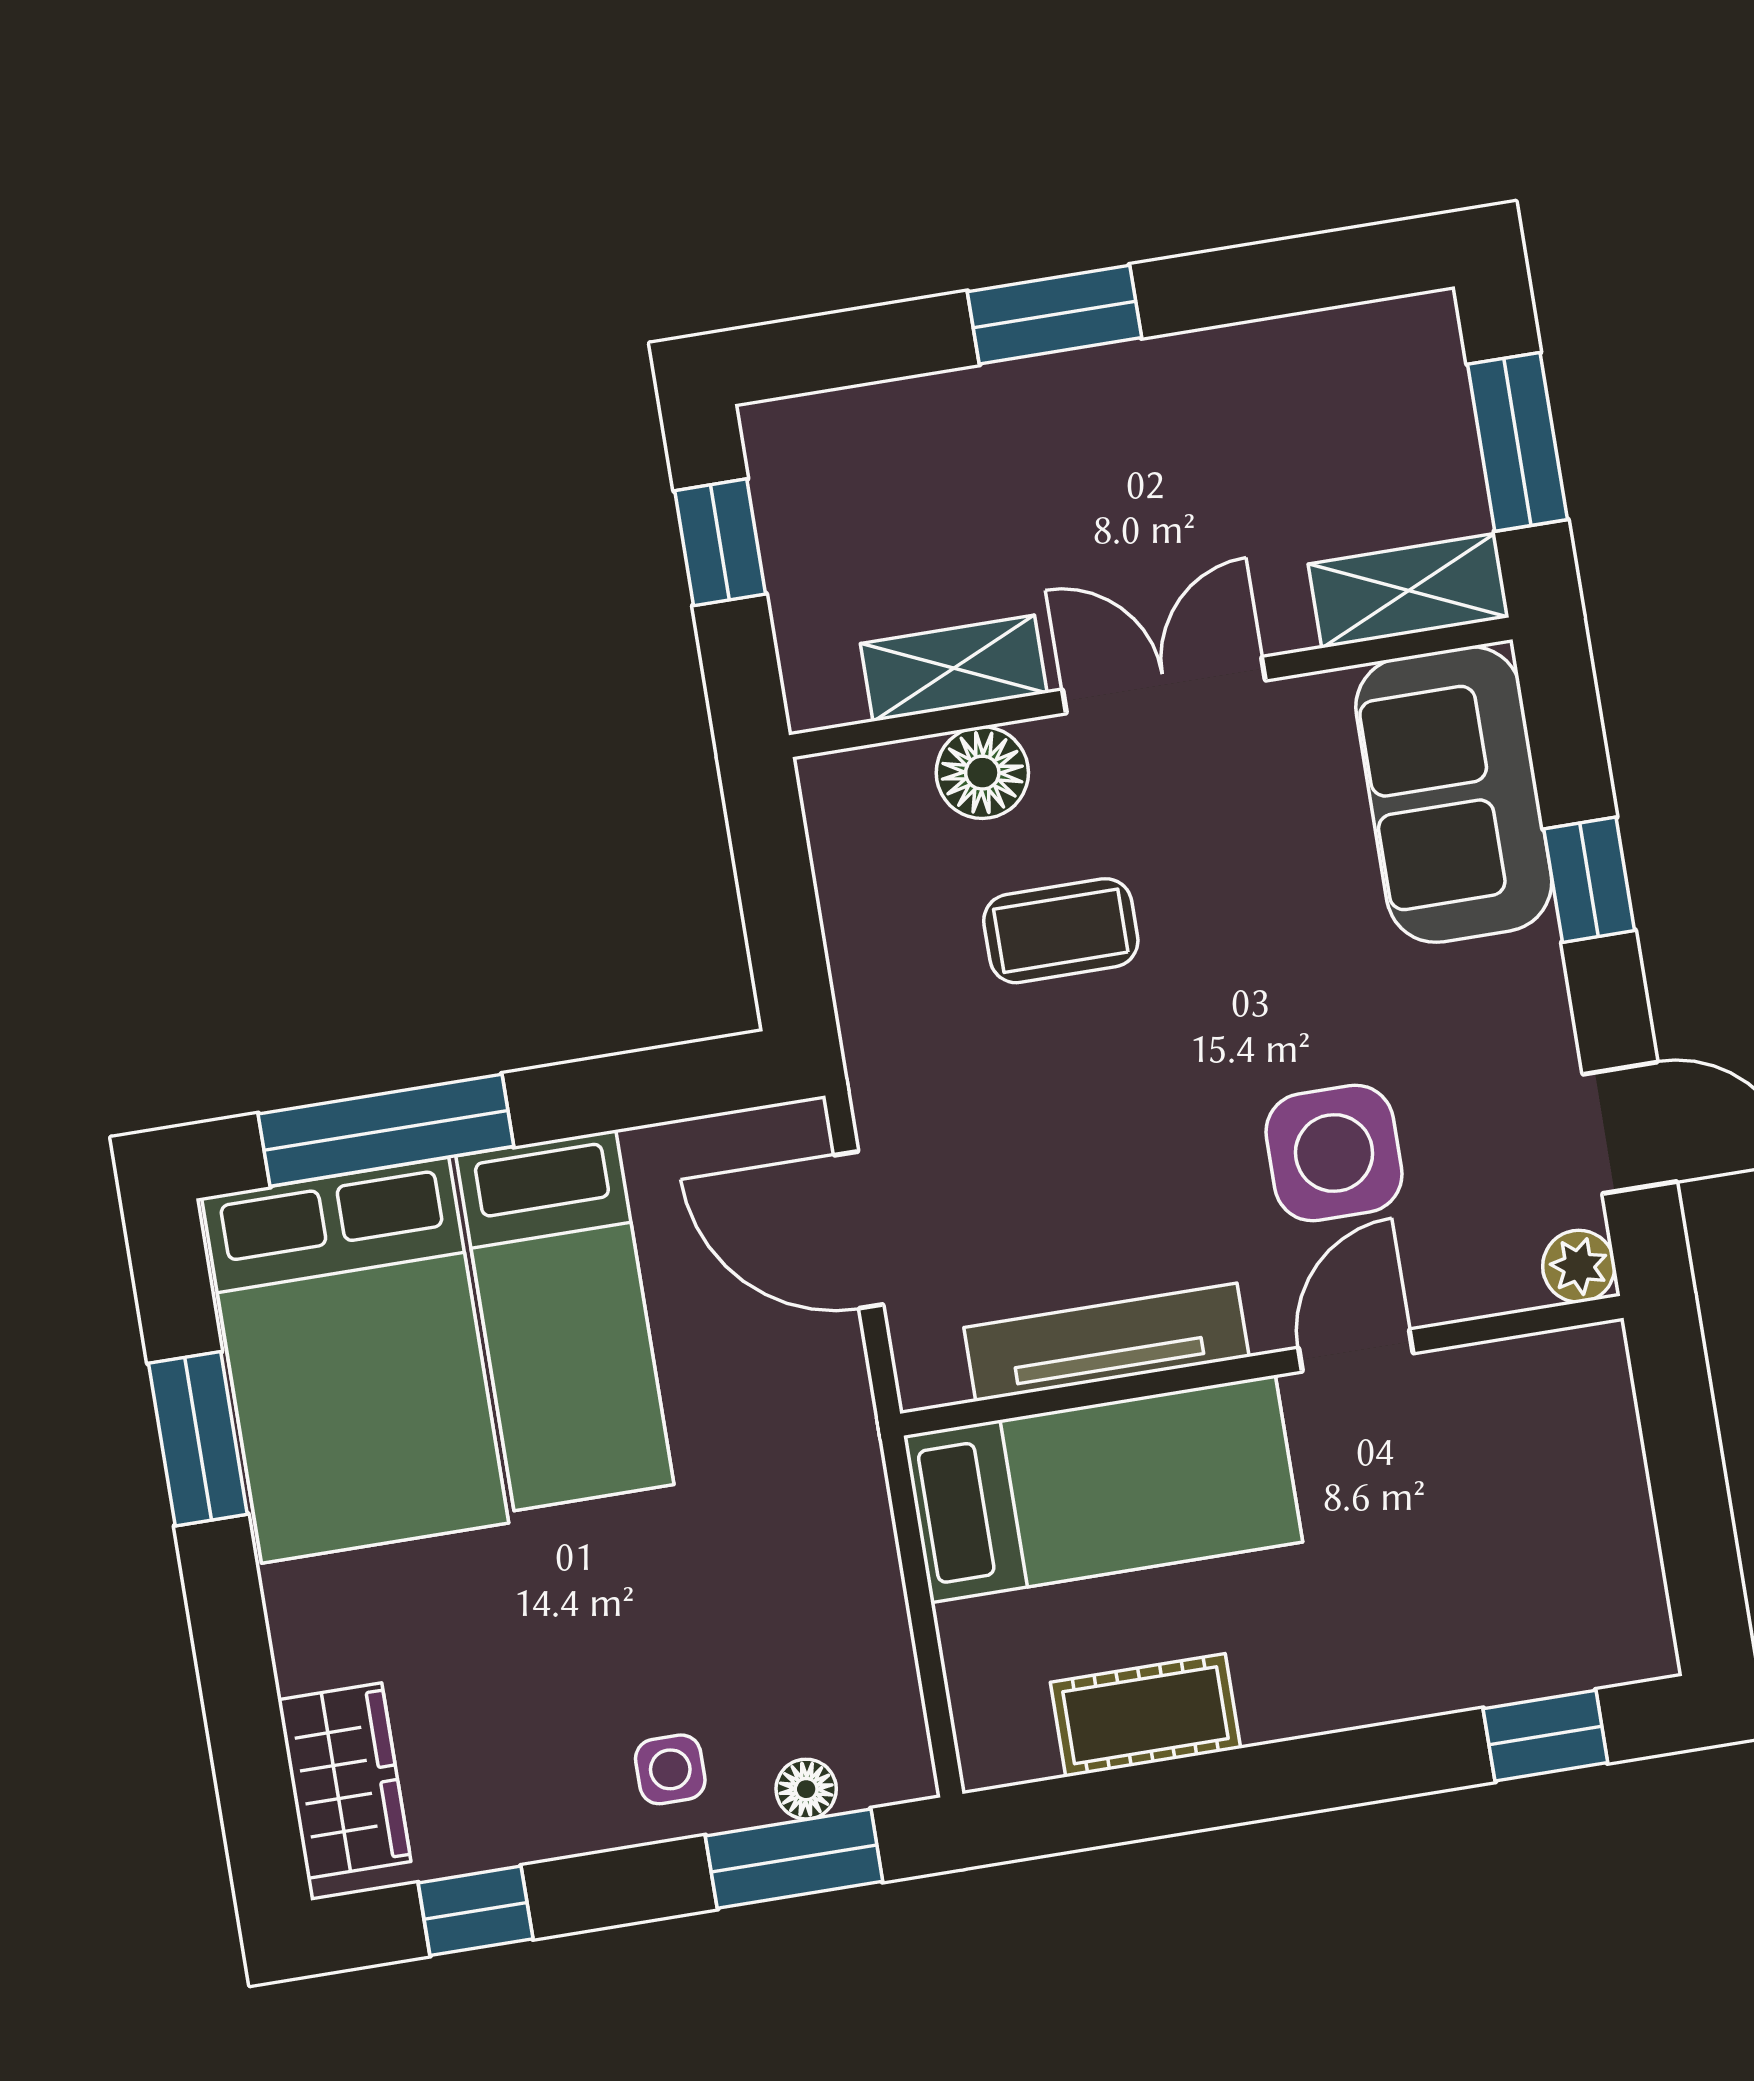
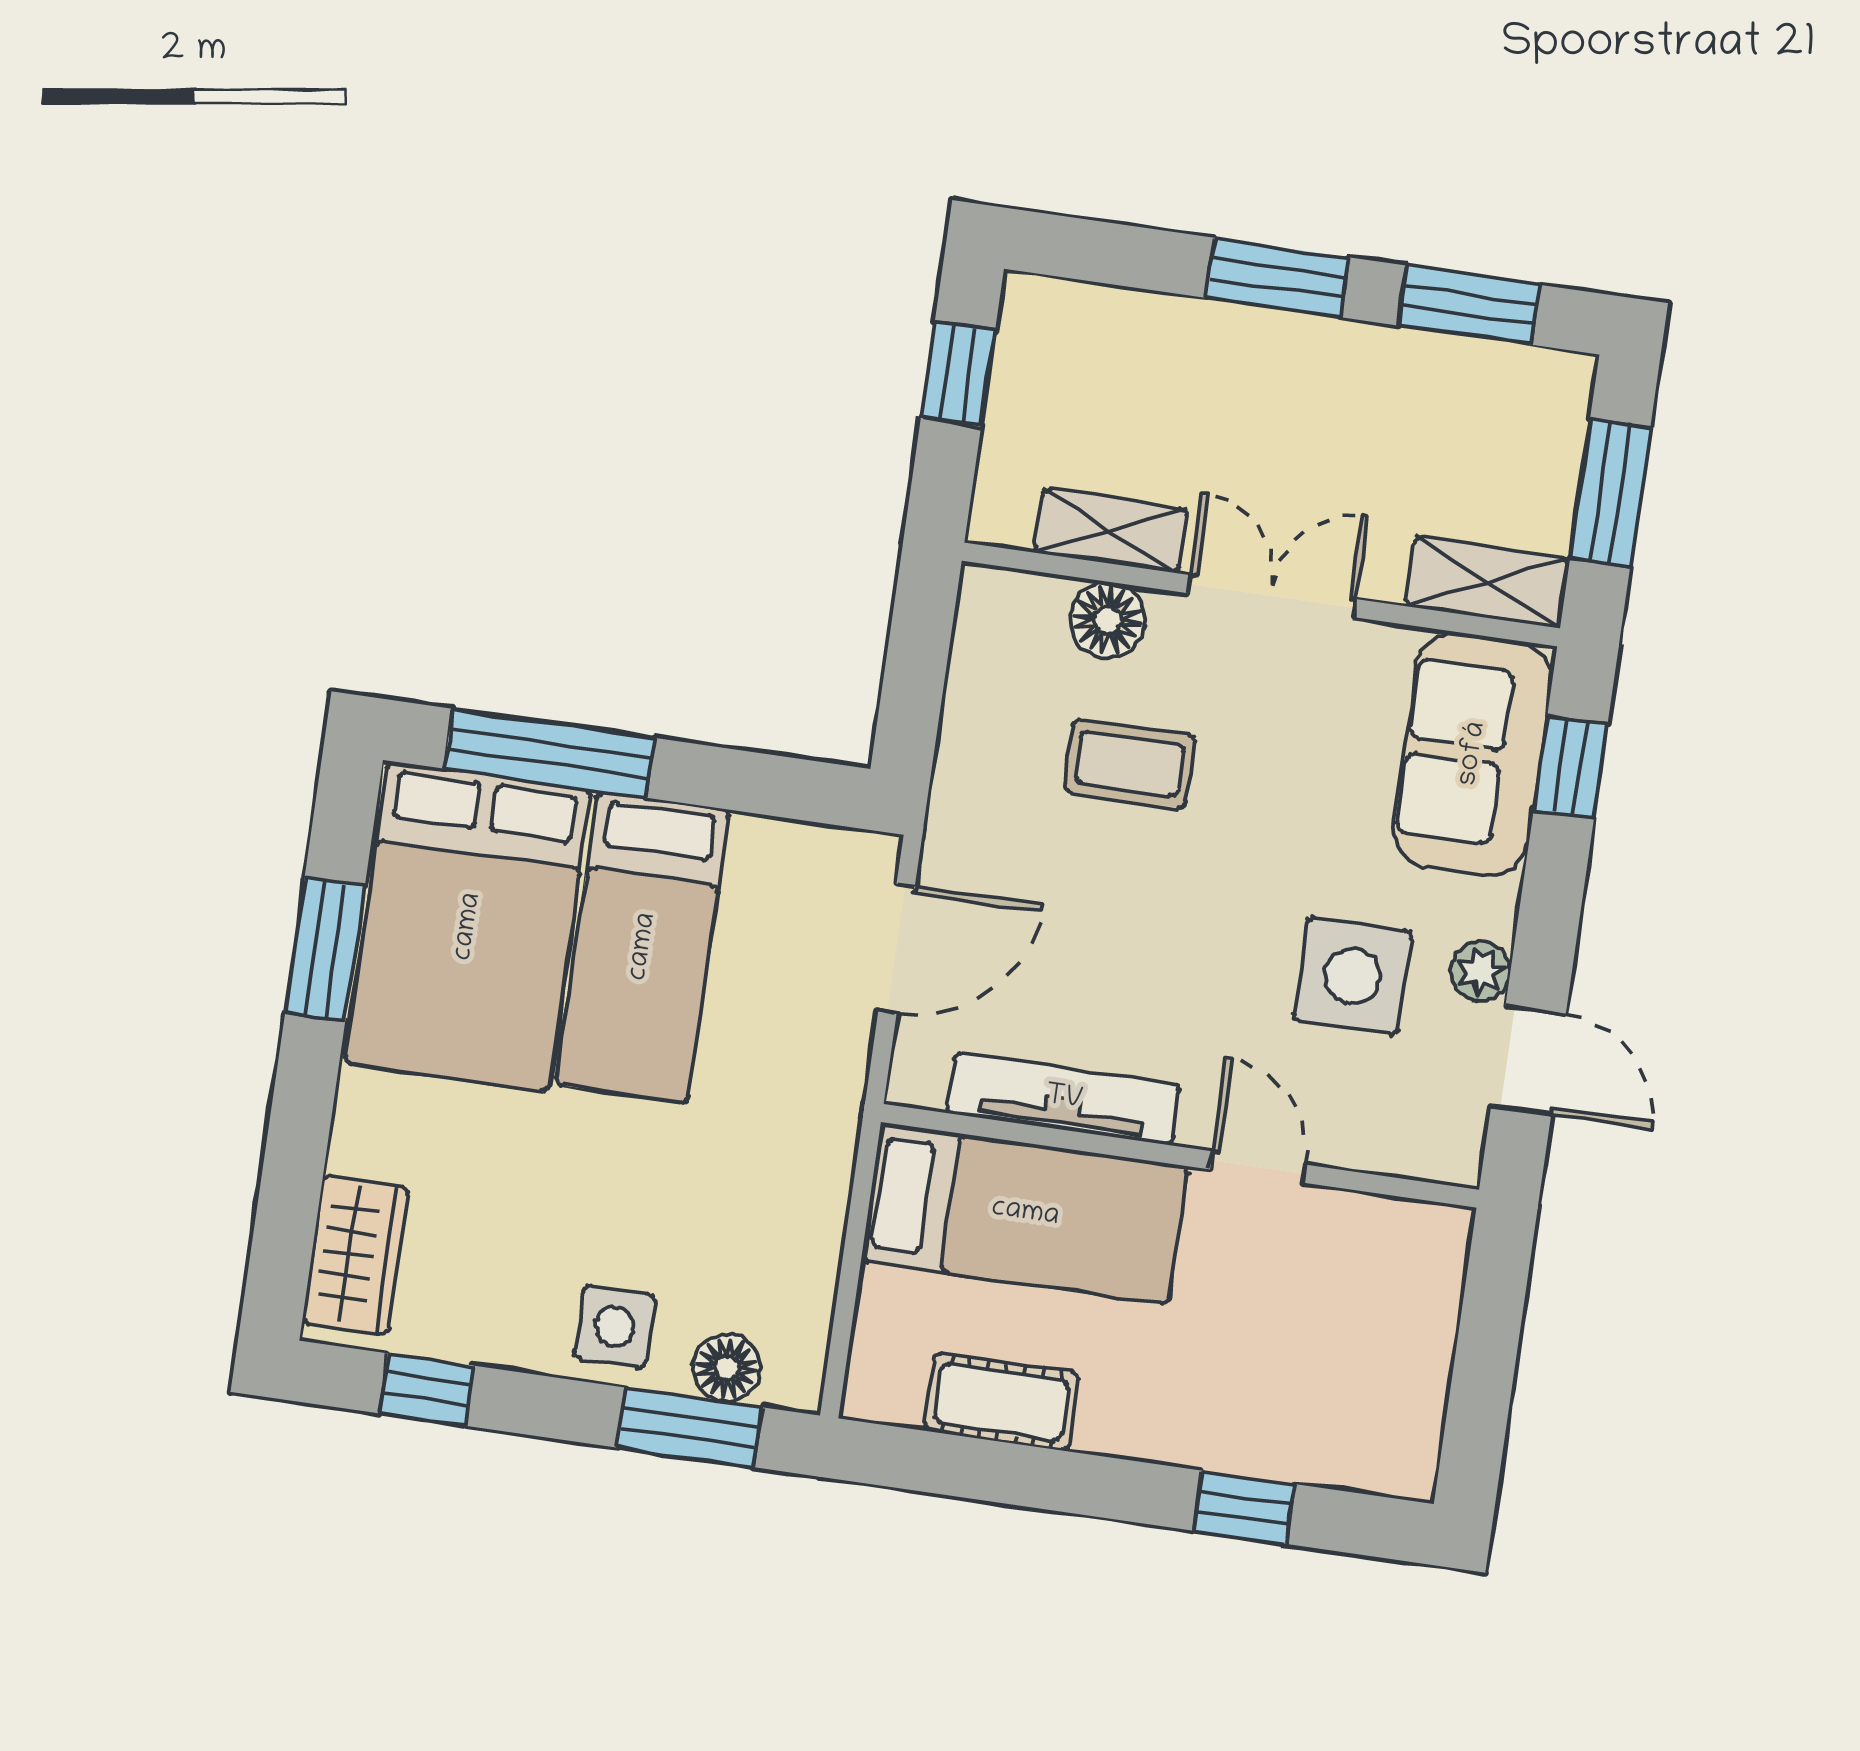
window: (1286, 277) -> (1469, 305), added
window: (1589, 880) -> (1571, 767), moved
side table: (1334, 1153) -> (1353, 976), moved
door: (859, 1230) -> (897, 949), swing flipped
plant: (1579, 1266) -> (1481, 971), moved
door: (1356, 1350) -> (1258, 1167), hinge flipped
window: (1545, 1736) -> (1244, 1507), moved
side table: (670, 1769) -> (614, 1327), width x1.37, depth x1.37
floor lamp: (806, 1789) -> (727, 1368), width x1.37, depth x1.37

